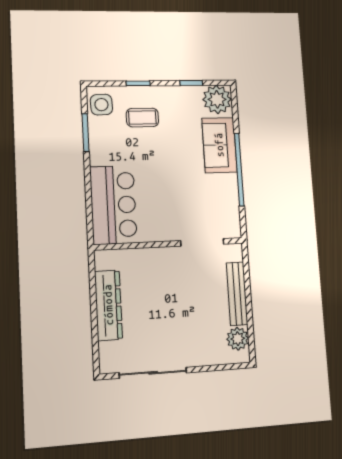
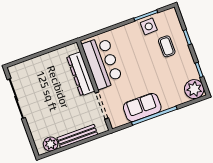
side table: (101, 105) -> (149, 26), moved
sofa: (219, 145) -> (142, 107), moved
bar counter: (113, 205) -> (102, 63), moved, turned -90
dresser: (108, 305) -> (81, 74), moved, turned 90

